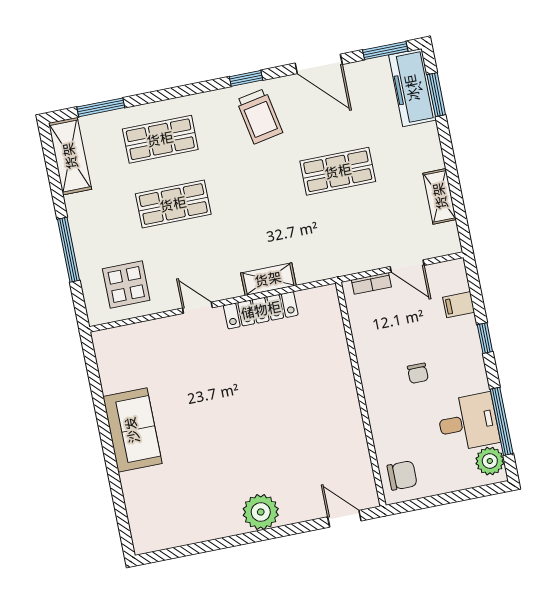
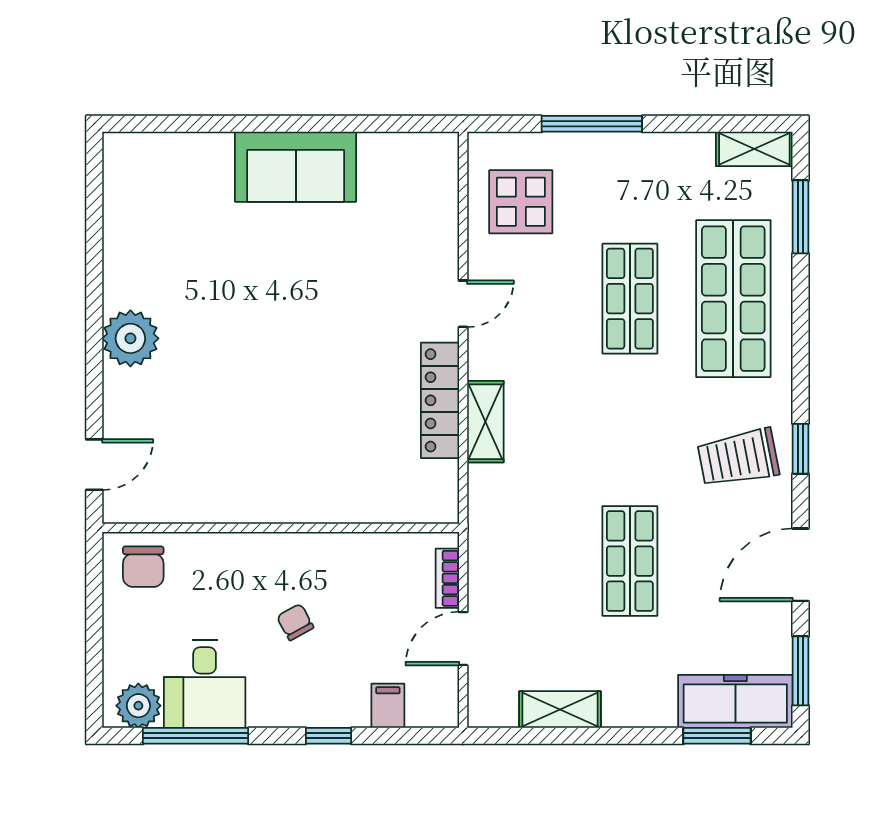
shop shelf: (160, 139) -> (733, 299), width x1.43, depth x1.36
shelving: (70, 156) -> (754, 149), width x0.67, depth x0.75
chair: (418, 373) -> (295, 622), turned 61

